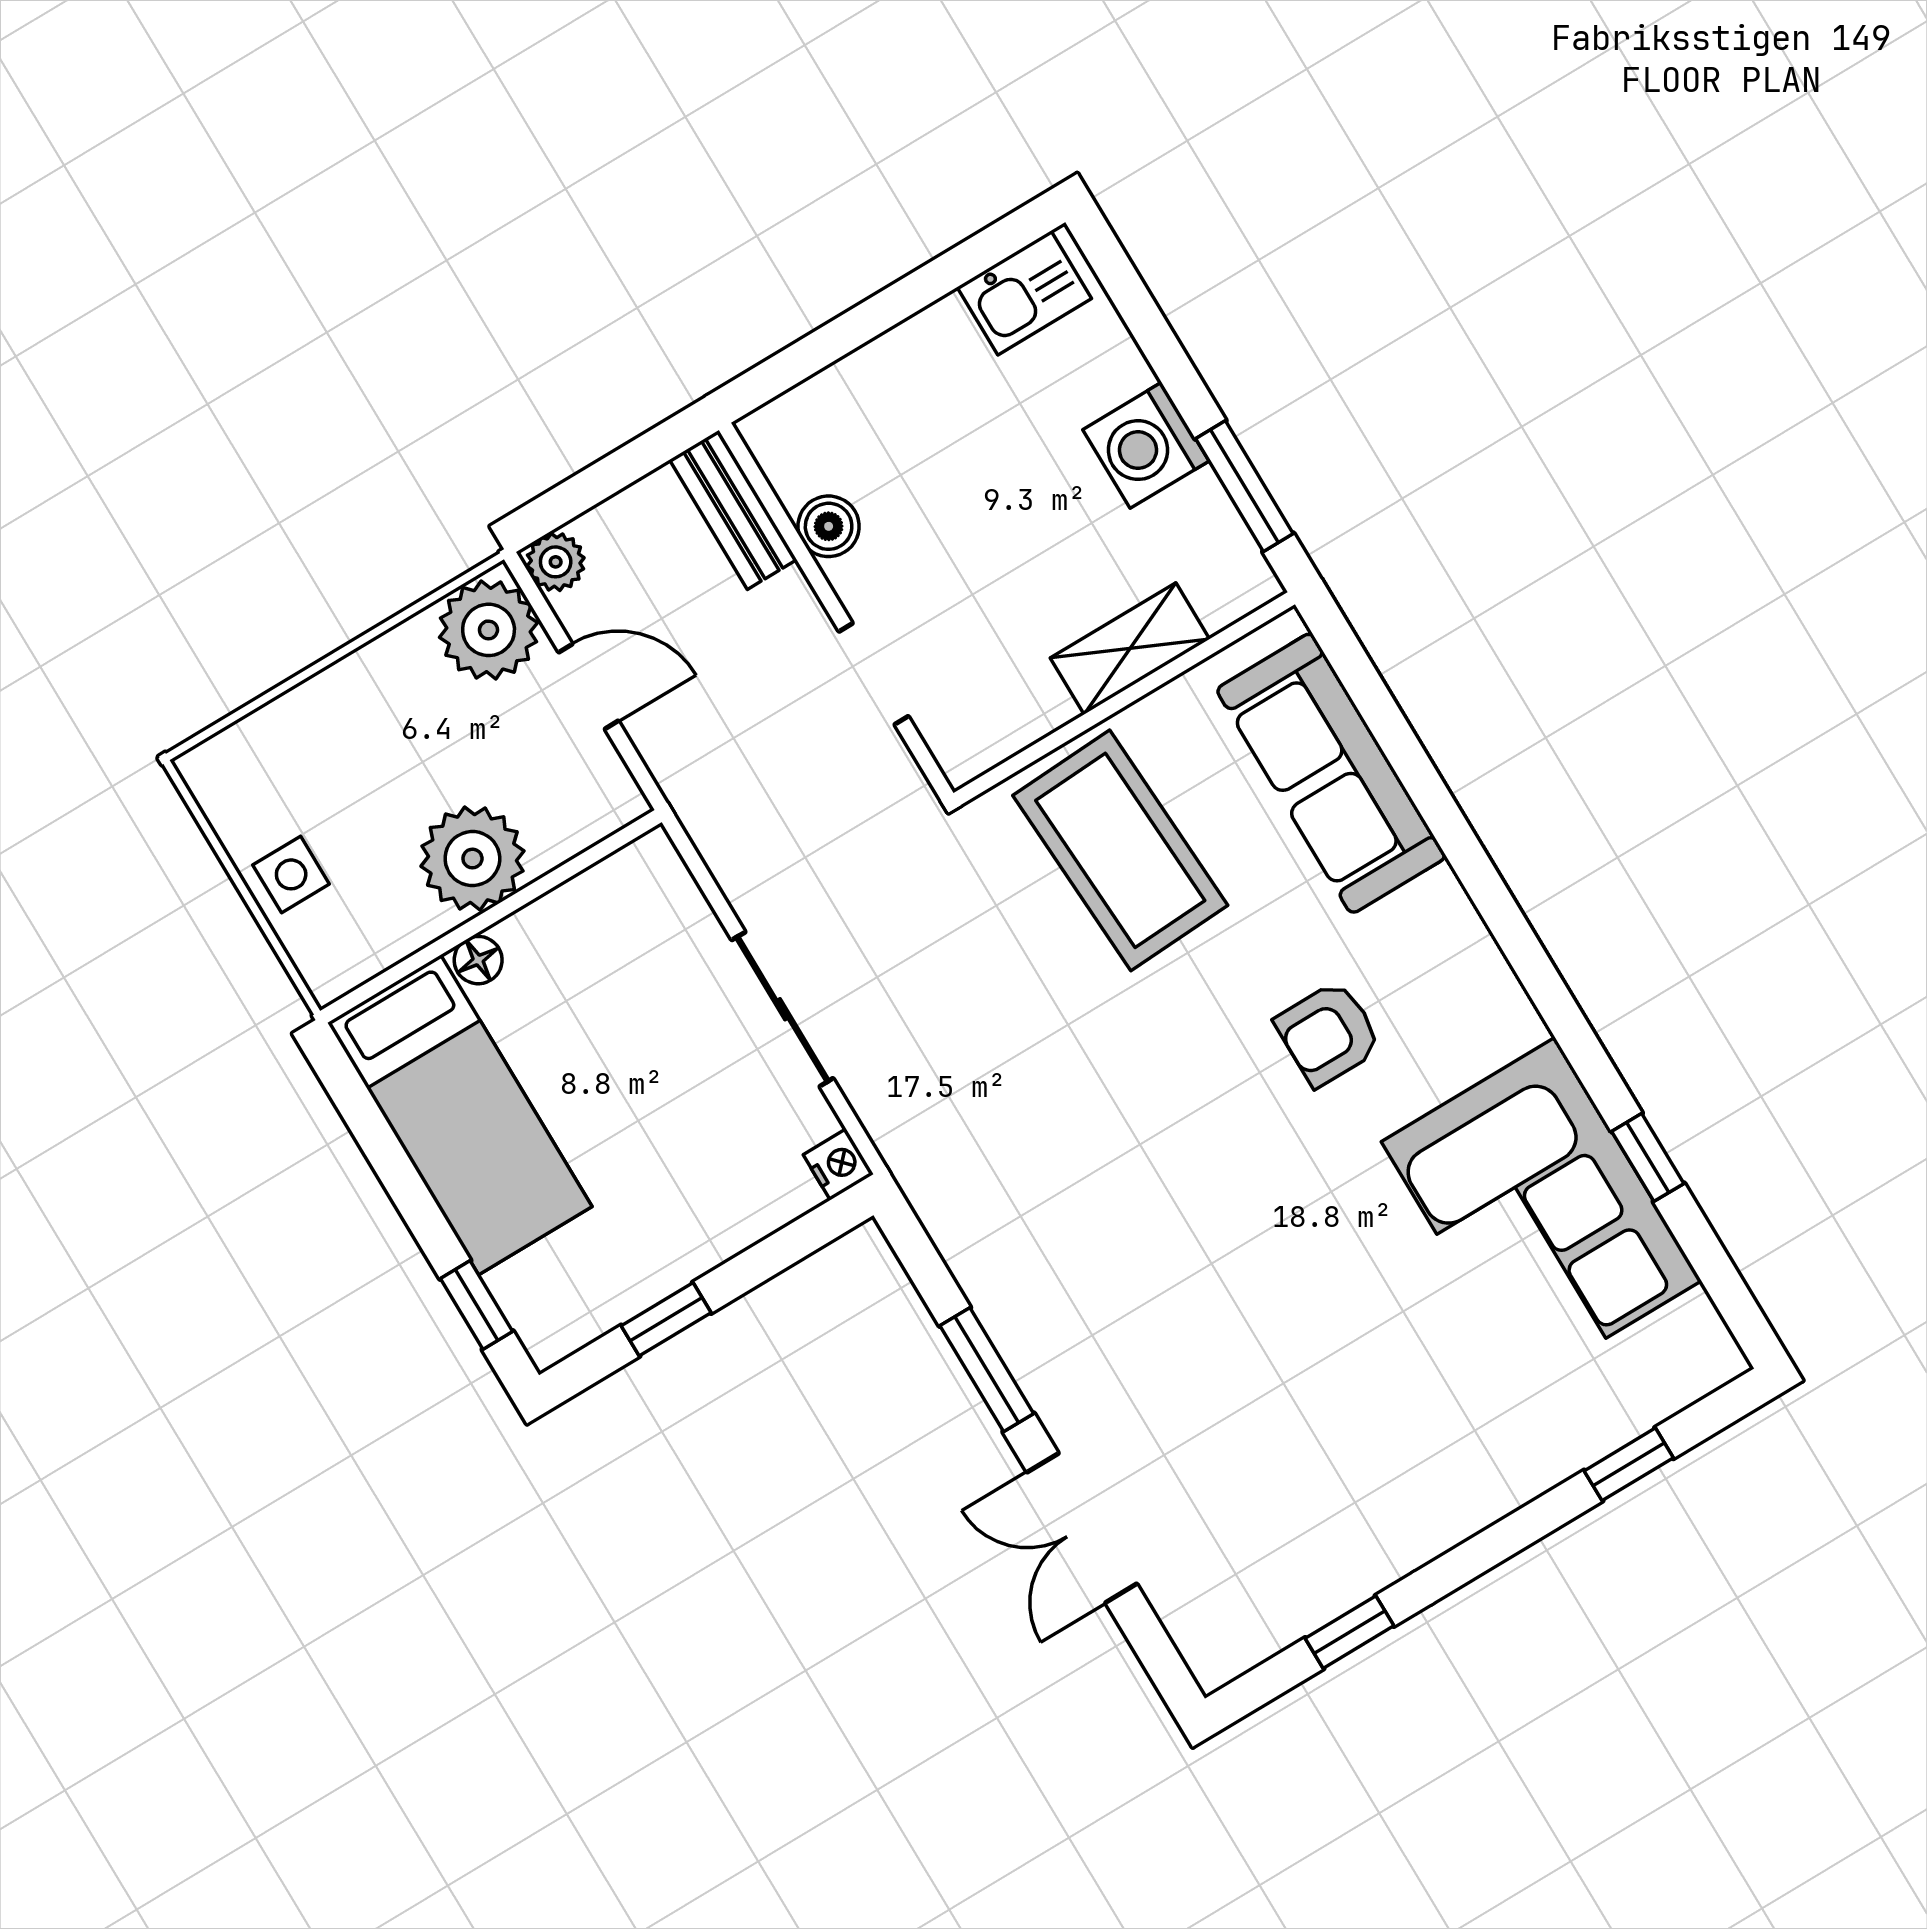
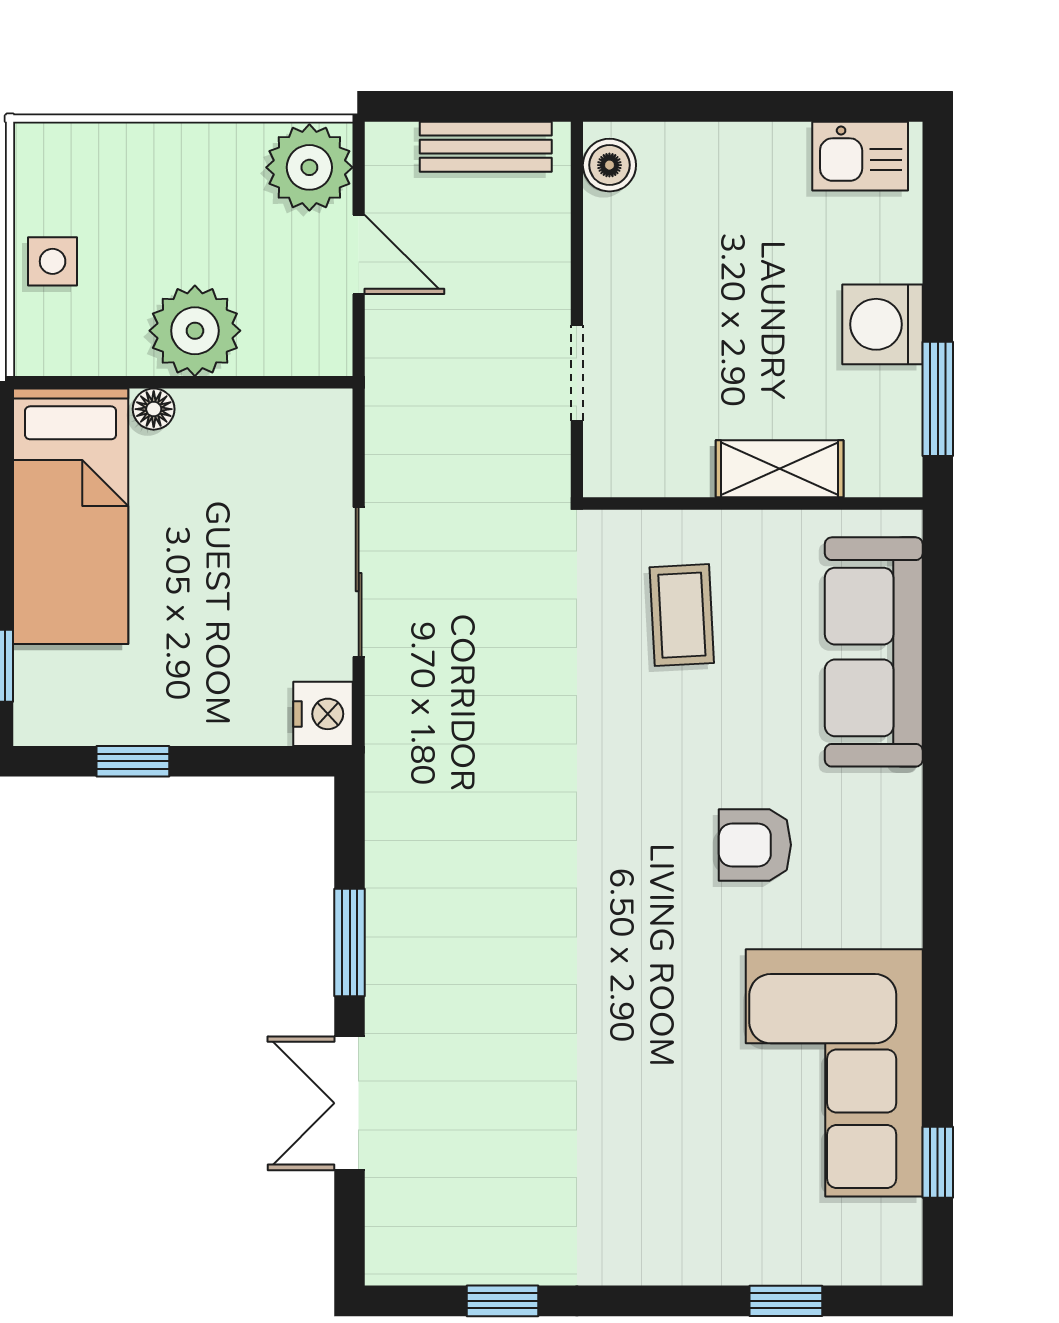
bench: (733, 510) -> (486, 147), moved, turned 90
boiler: (829, 526) -> (609, 165), moved
plant: (556, 562) -> (390, 147), removed
coffee table: (1120, 850) -> (682, 615), width x0.54, depth x0.58
window: (1648, 1157) -> (938, 1162), moved
nightstand: (838, 1164) -> (323, 714), width x1.39, depth x1.35

